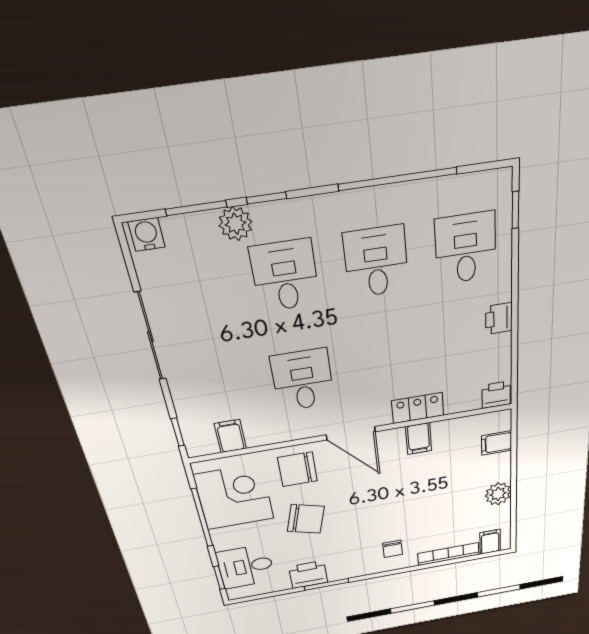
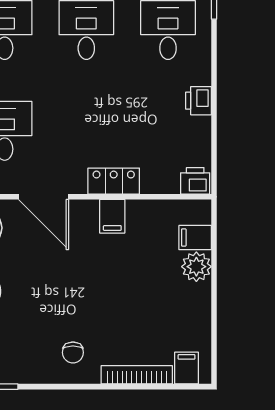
plant: (498, 494) -> (196, 267), moved

